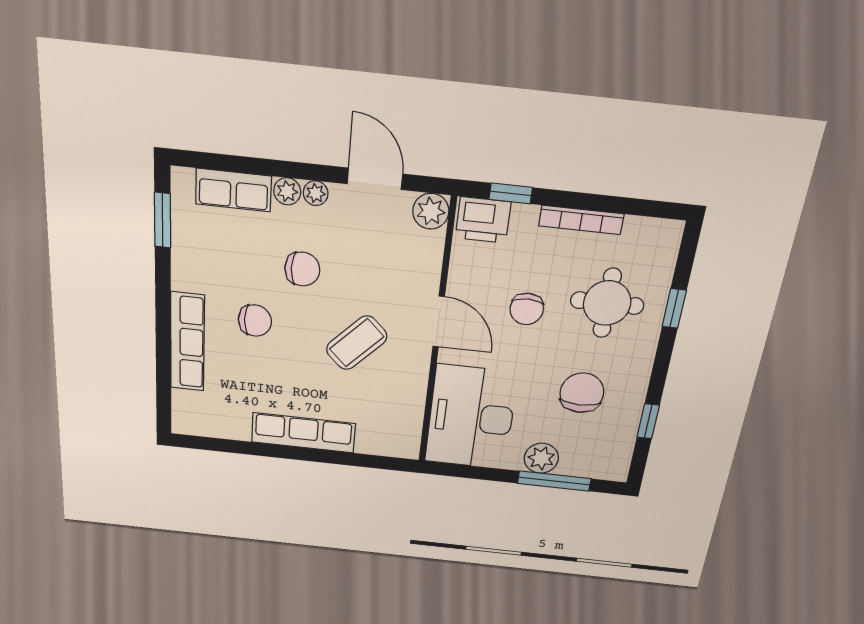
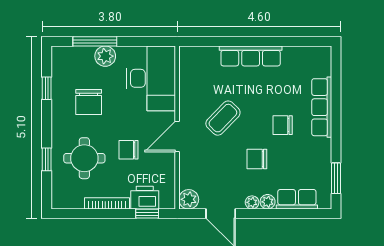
printer: (483, 220) -> (145, 198), moved
chair: (527, 309) -> (129, 150), turned -90
door: (439, 322) -> (177, 136), hinge flipped

